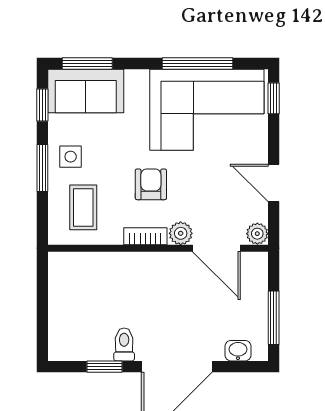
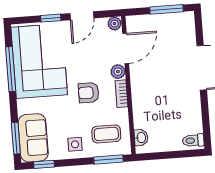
window: (274, 98) -> (51, 18), moved
window: (42, 168) -> (109, 160), moved
toilet: (124, 344) -> (193, 140), moved
washbasin: (238, 351) -> (141, 138), moved, turned 180
window: (104, 367) -> (205, 113), removed

